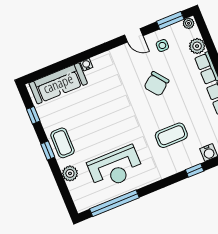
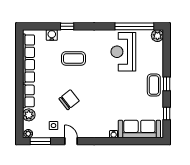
reception desk: (115, 168) -> (123, 52), turned -90
plant: (70, 173) -> (157, 36), moved

